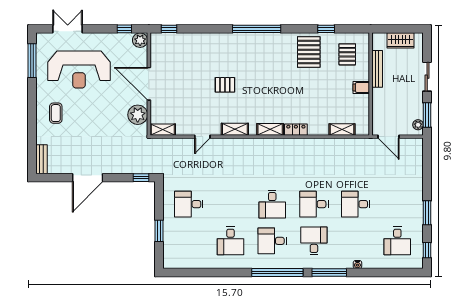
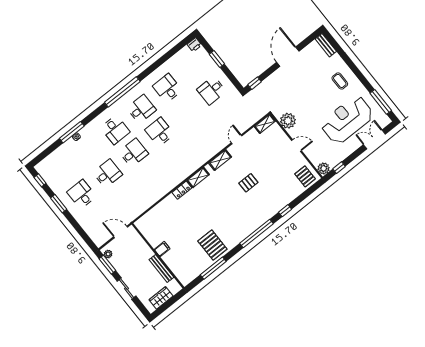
double door: (68, 29) -> (374, 139), swing flipped
window: (169, 29) -> (285, 211), moved
window: (326, 29) -> (213, 268), width x2.17
pallet: (347, 54) -> (305, 176), moved
door: (149, 84) -> (296, 146), width x0.53
shelving: (342, 129) -> (153, 213), removed
desk: (189, 204) -> (212, 90), turned 180
desk: (397, 241) -> (82, 194), moved
printer: (170, 262) -> (194, 45), added
window: (329, 273) -> (72, 132), moved

